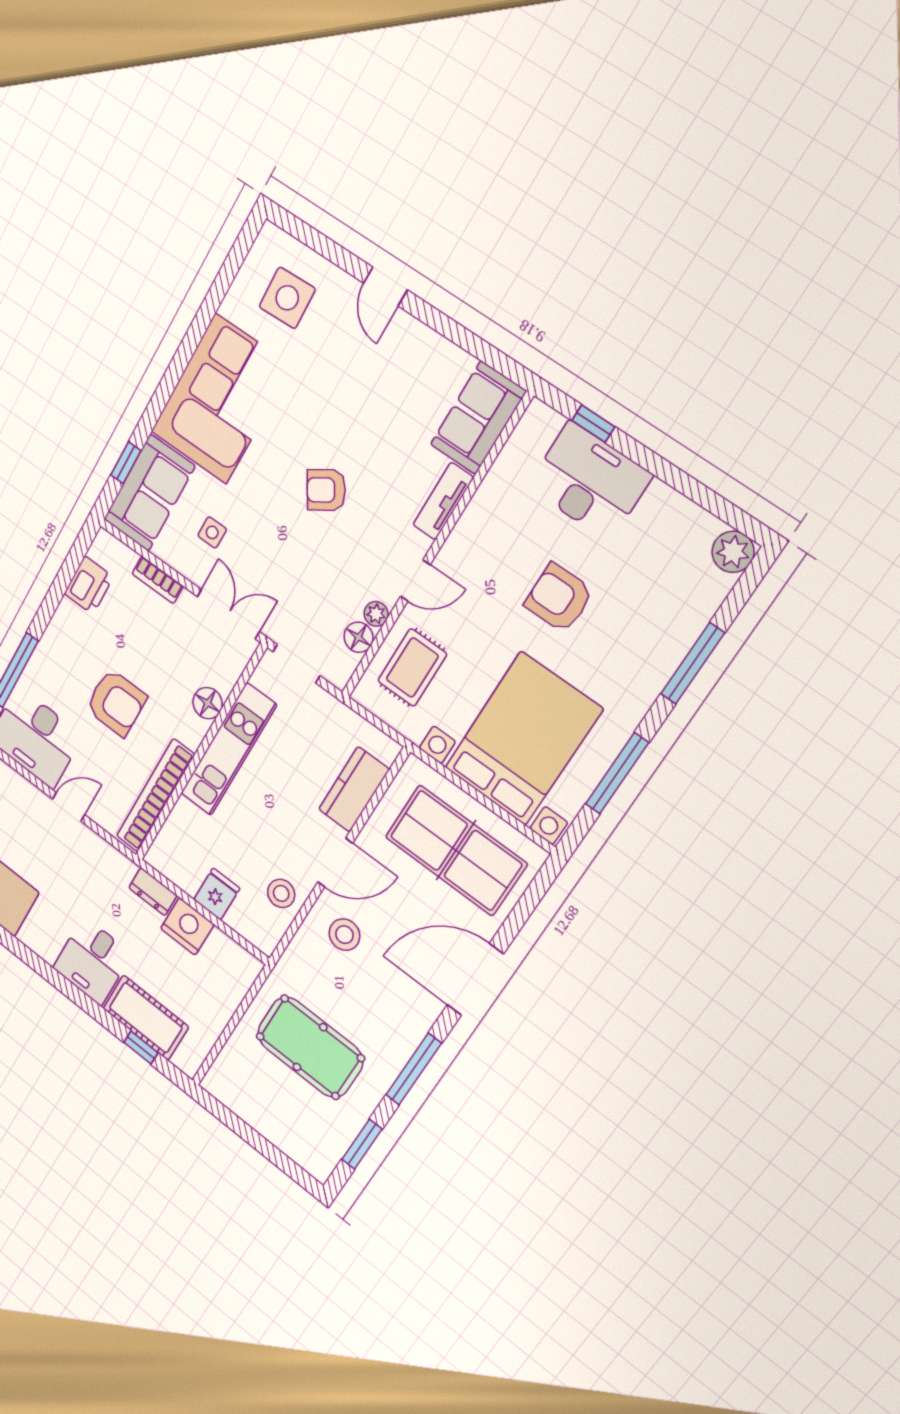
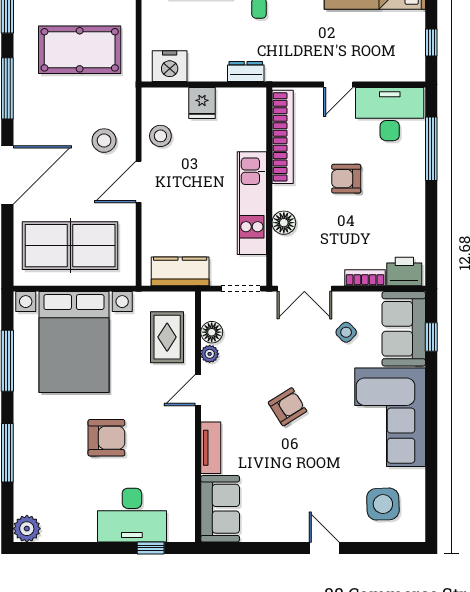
side table: (212, 532) -> (346, 332), turned 45
printer: (89, 585) -> (404, 271), moved, turned 90
armchair: (116, 703) -> (346, 179), width x0.72, depth x0.72
kitchen counter: (354, 789) -> (180, 271), moved, turned -90
nightstand: (187, 926) -> (170, 66), moved

